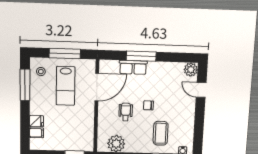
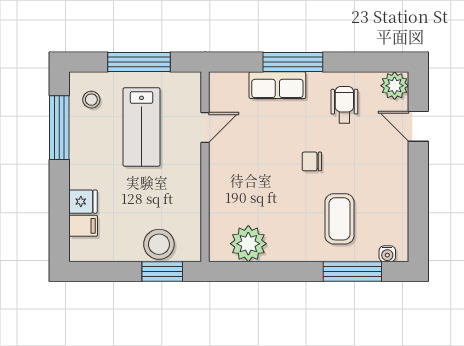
door: (97, 87) -> (205, 127), width x0.53
wheelchair: (126, 112) -> (344, 105), moved
stool: (73, 143) -> (159, 244), added

